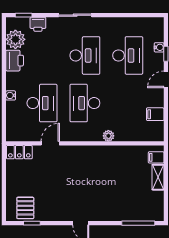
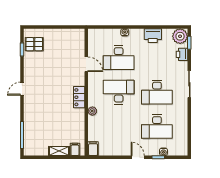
plant: (15, 39) -> (180, 36), moved
filing cabinet: (155, 114) -> (93, 149), moved
locker: (19, 152) -> (79, 97), moved

